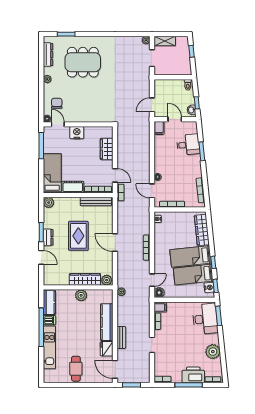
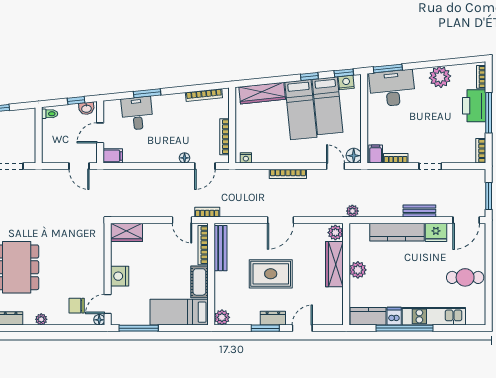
wardrobe: (107, 149) -> (126, 232), moved
door: (115, 175) -> (182, 220), swing flipped

